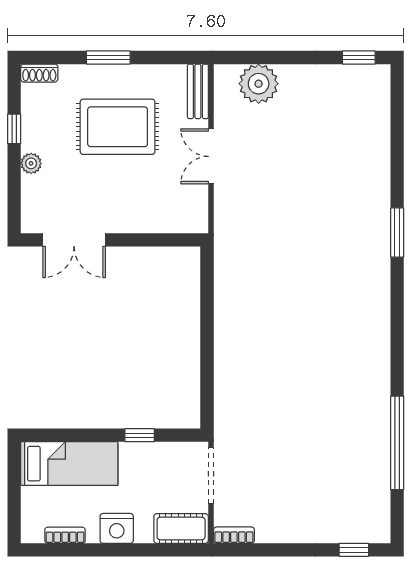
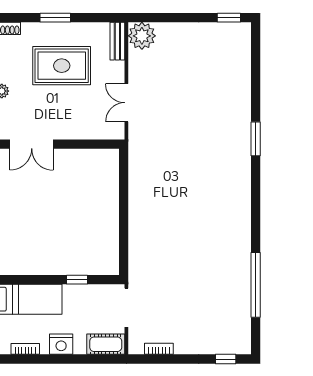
plant: (259, 84) -> (142, 36), moved
double door: (211, 156) -> (126, 103), moved
bookcase: (234, 535) -> (159, 349), moved

